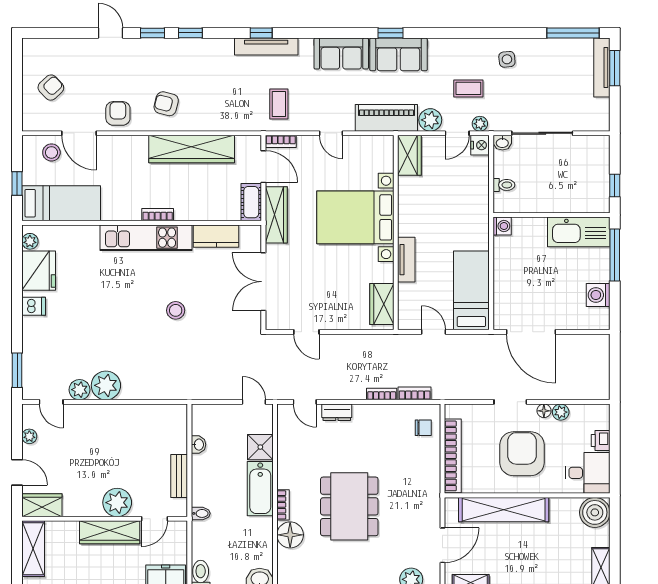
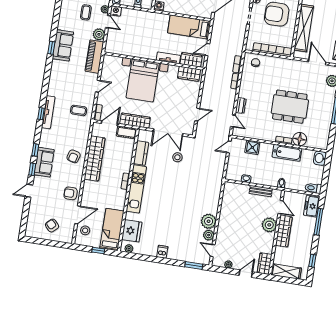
sofa: (341, 54) -> (44, 162), moved
armchair: (166, 104) -> (74, 156), moved
wardrobe: (409, 155) -> (191, 60), moved
fridge: (39, 271) -> (132, 231), moved, turned 90
stool: (176, 310) -> (177, 157), moved
door: (51, 402) -> (213, 251), swing flipped
door: (305, 402) -> (233, 121), hinge flipped
bathtub: (260, 489) -> (287, 153), moved

